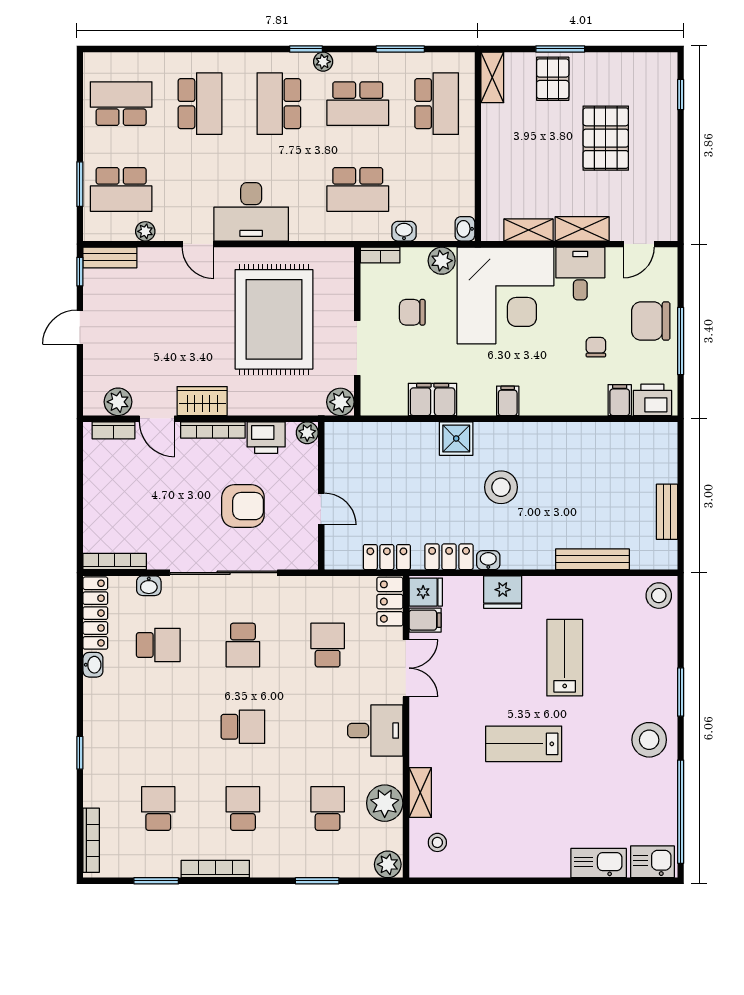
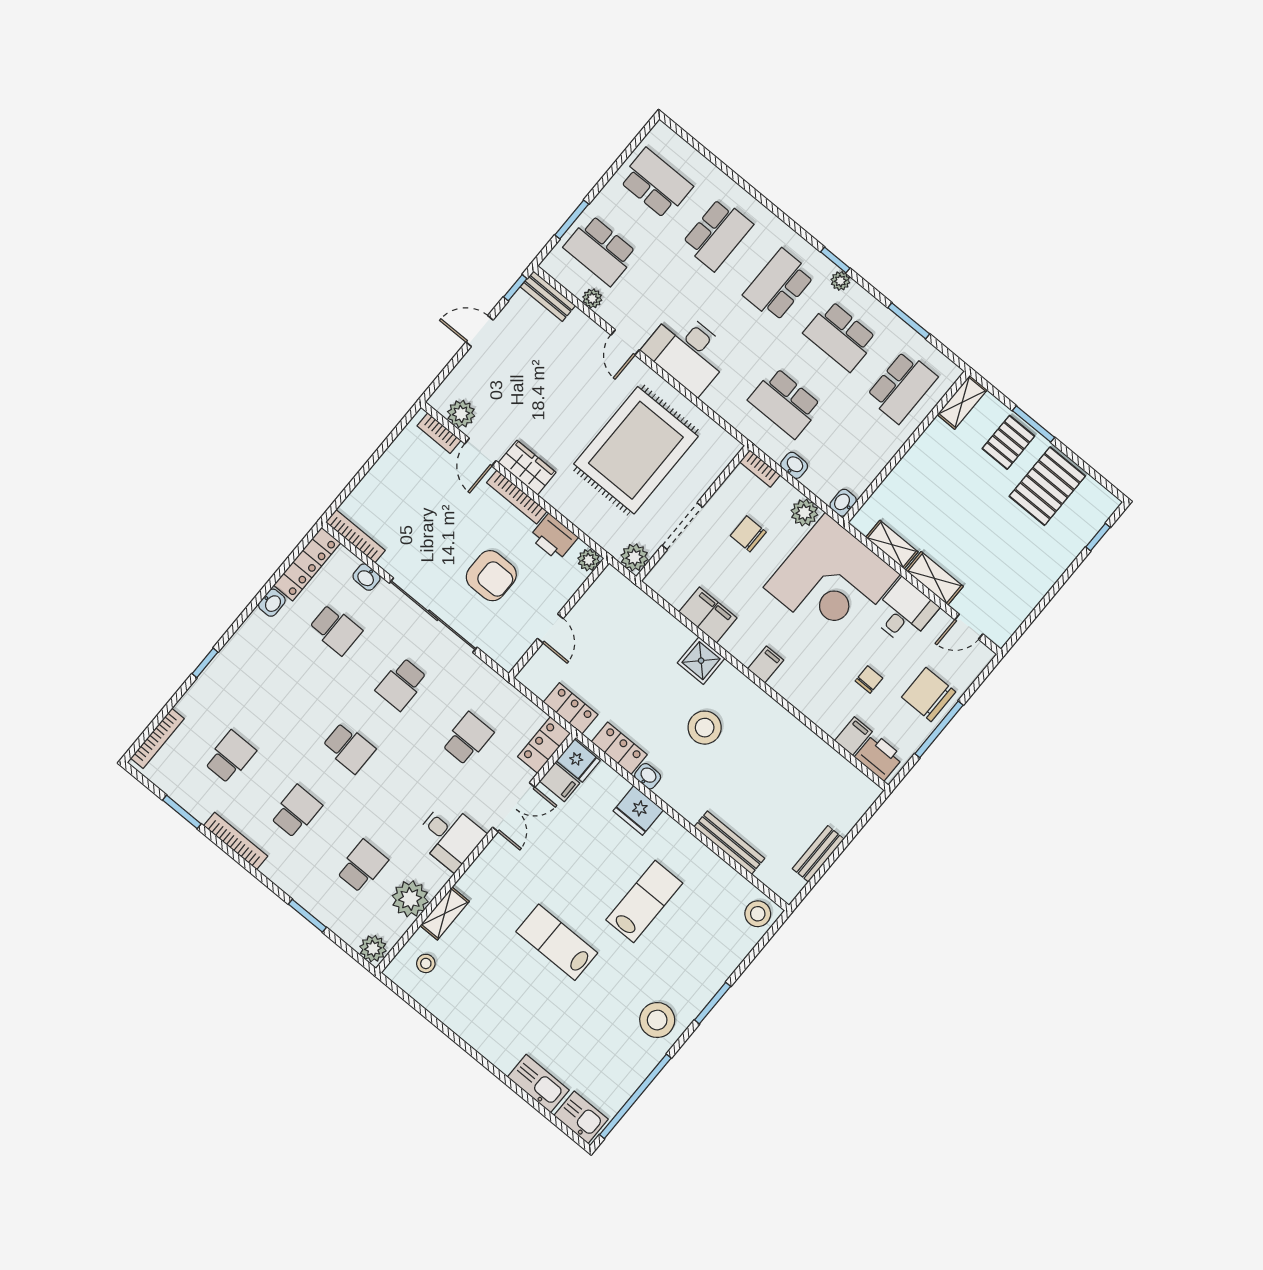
pallet: (606, 138) -> (1047, 486), moved

